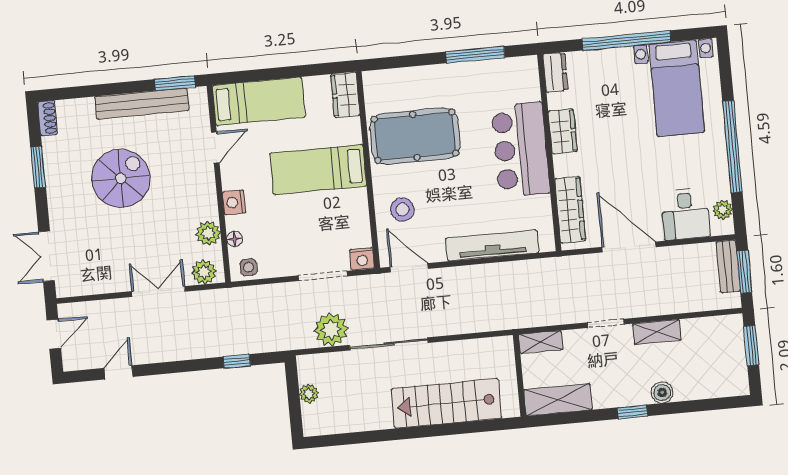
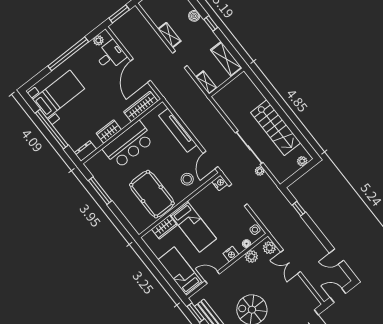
wardrobe: (345, 95) -> (164, 227), moved
bench: (728, 266) -> (121, 22), removed
plant: (331, 330) -> (260, 171), width x0.53, depth x0.53
plant: (309, 394) -> (302, 161), moved
stairs: (446, 403) -> (276, 128), moved

